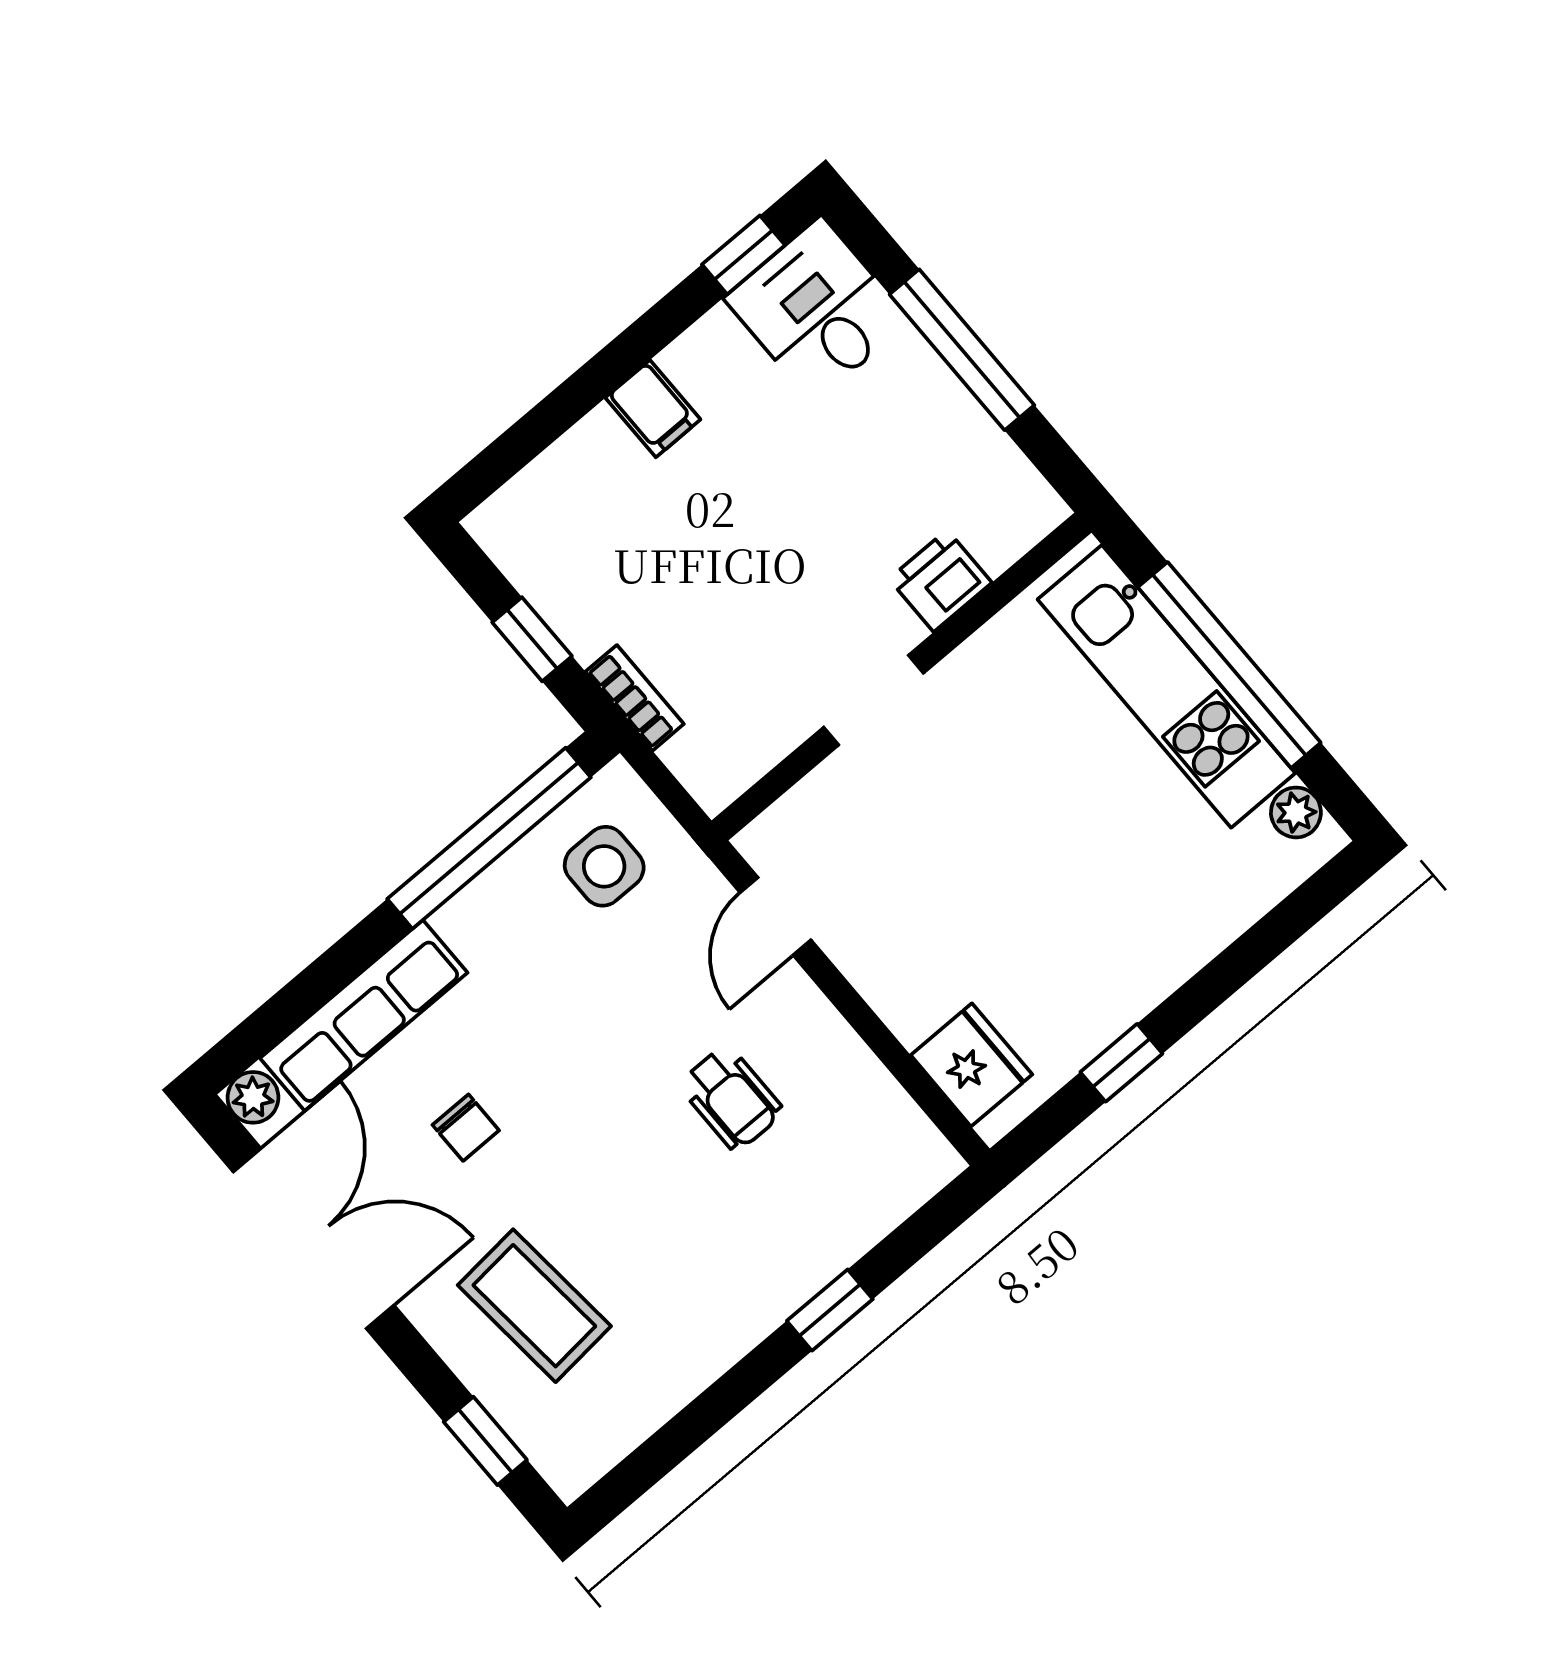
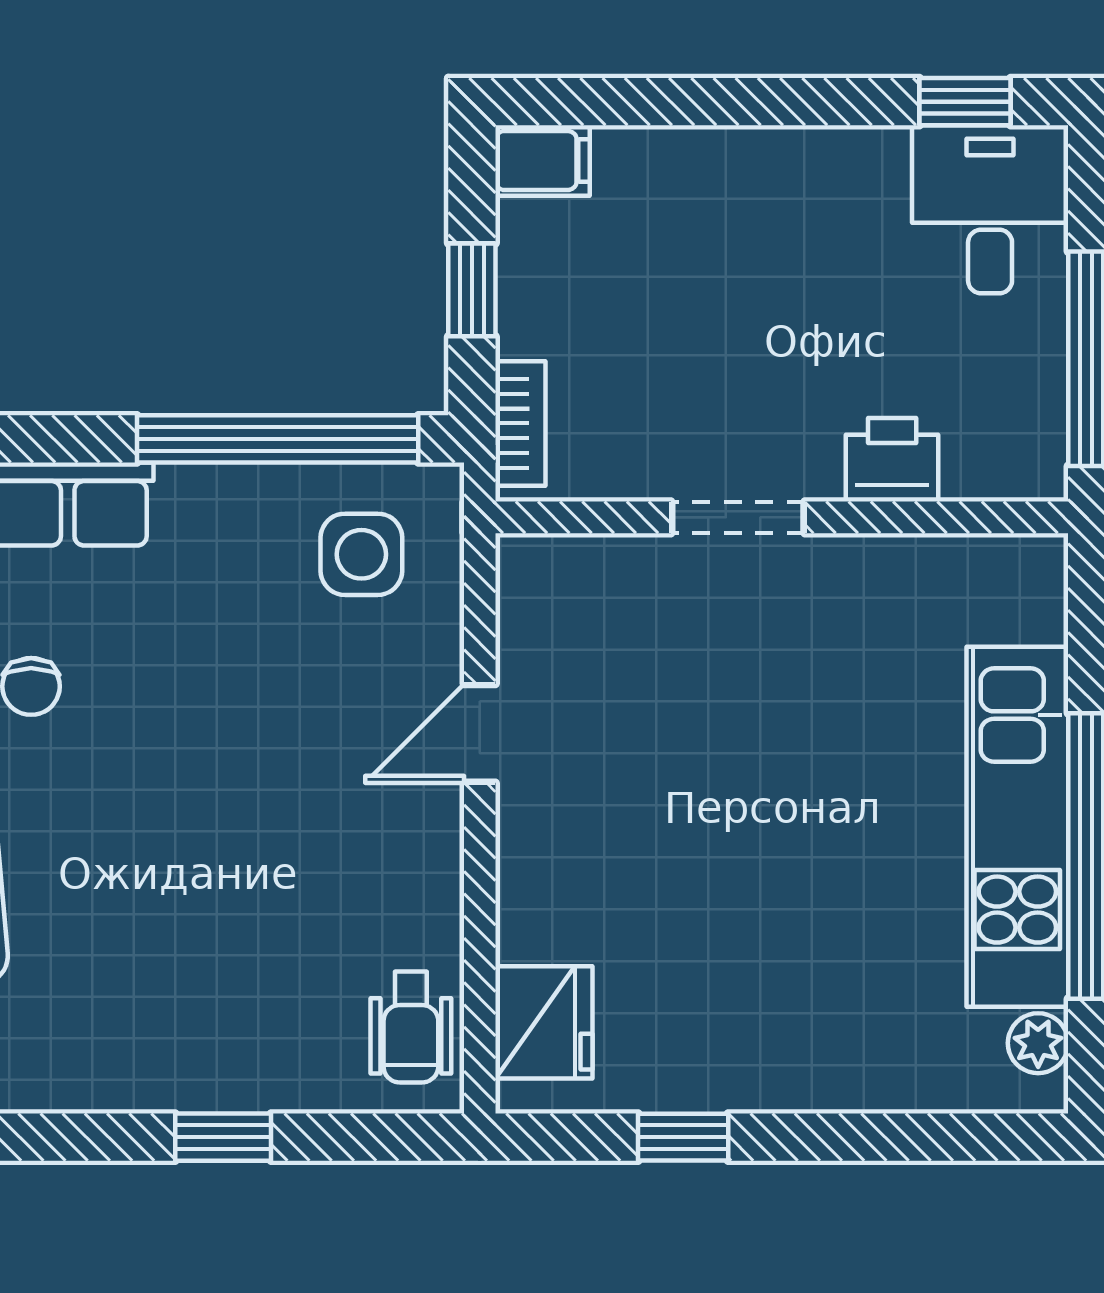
filing cabinet: (653, 409) -> (543, 160), moved, turned -90
printer: (940, 581) -> (892, 460), moved
wall: (901, 677) -> (782, 517), moved
doorway: (874, 700) -> (738, 517), moved
wheelchair: (731, 1098) -> (411, 1027), moved

